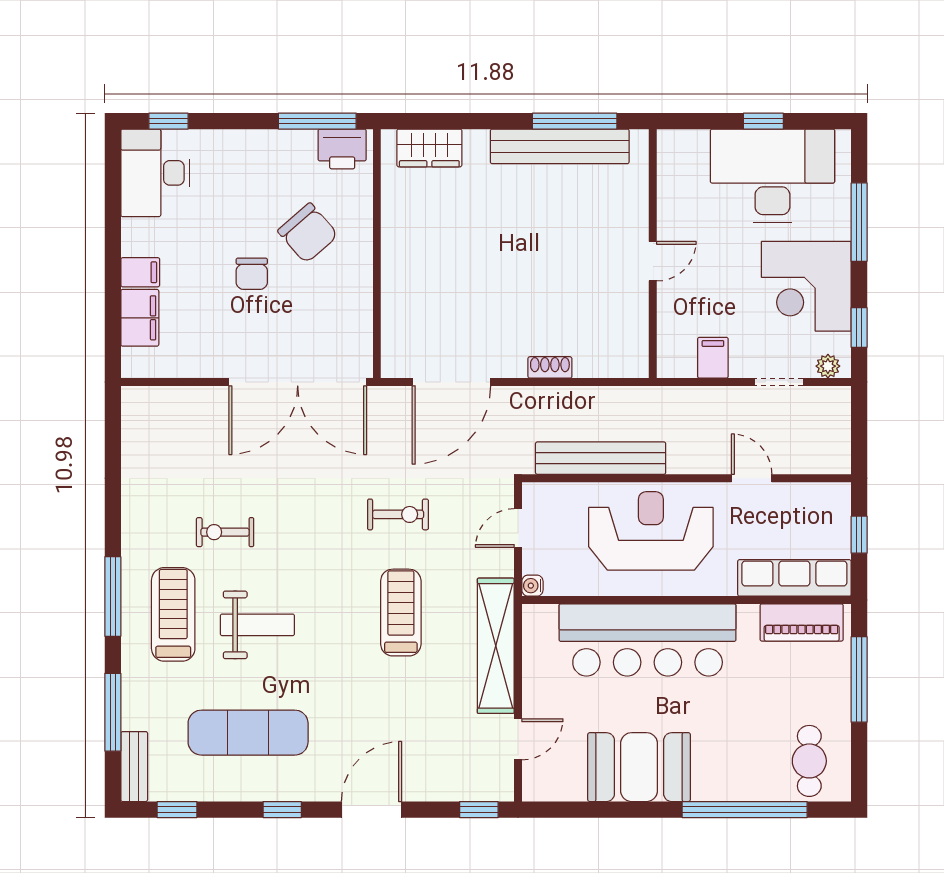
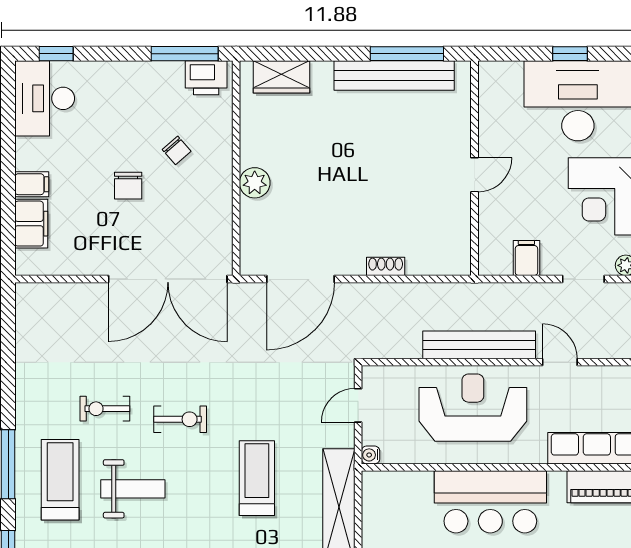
chair: (308, 233) -> (177, 150), width x0.54, depth x0.54
plant: (398, 271) -> (255, 183), added
bench: (601, 458) -> (479, 345), moved
exercise bike: (398, 514) -> (180, 419), moved
bar counter: (648, 640) -> (490, 502), width x0.73

